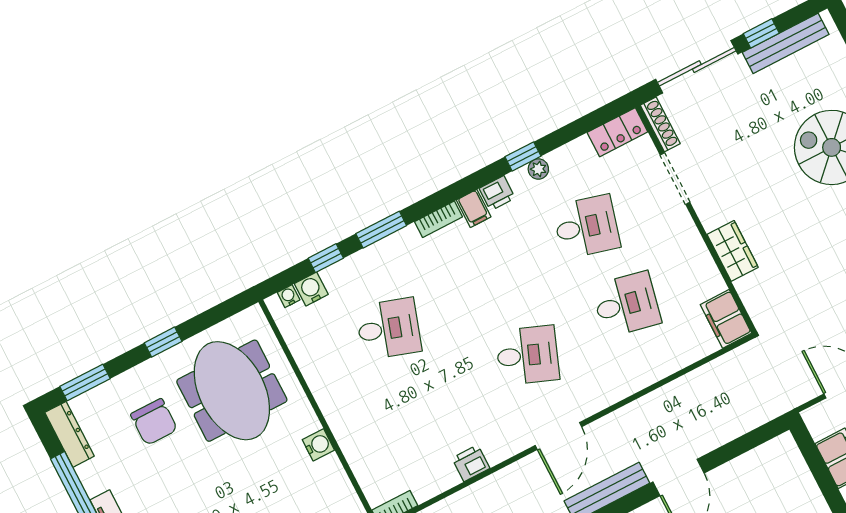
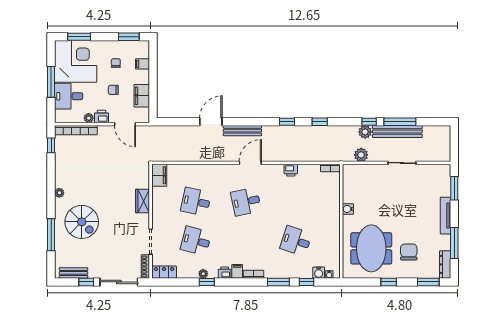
bench: (786, 43) -> (73, 273), width x0.73
desk: (527, 355) -> (246, 202), turned -33

